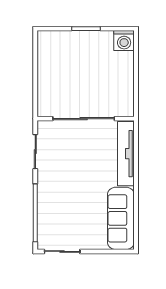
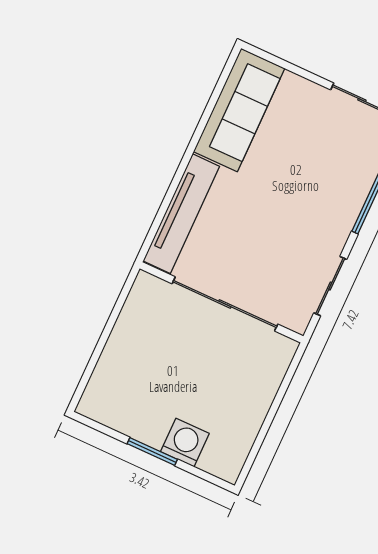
washing machine: (124, 41) -> (185, 443), moved

